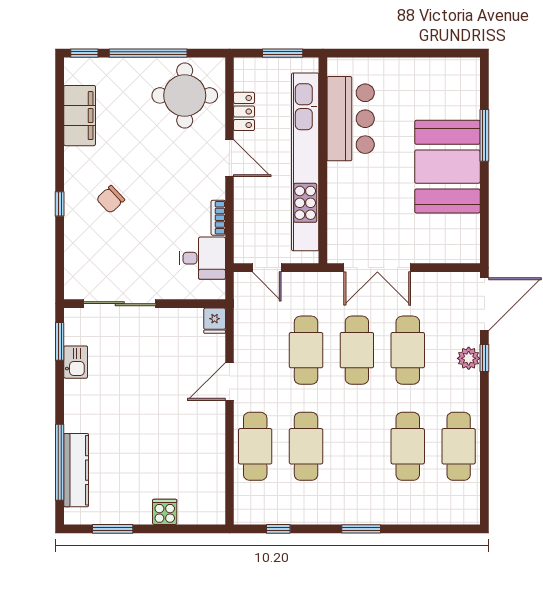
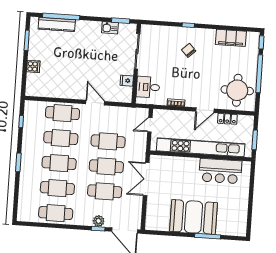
desk: (202, 258) -> (148, 87), moved, turned 90
fridge: (215, 321) -> (127, 81), moved
cafe table: (357, 446) -> (59, 163), added

